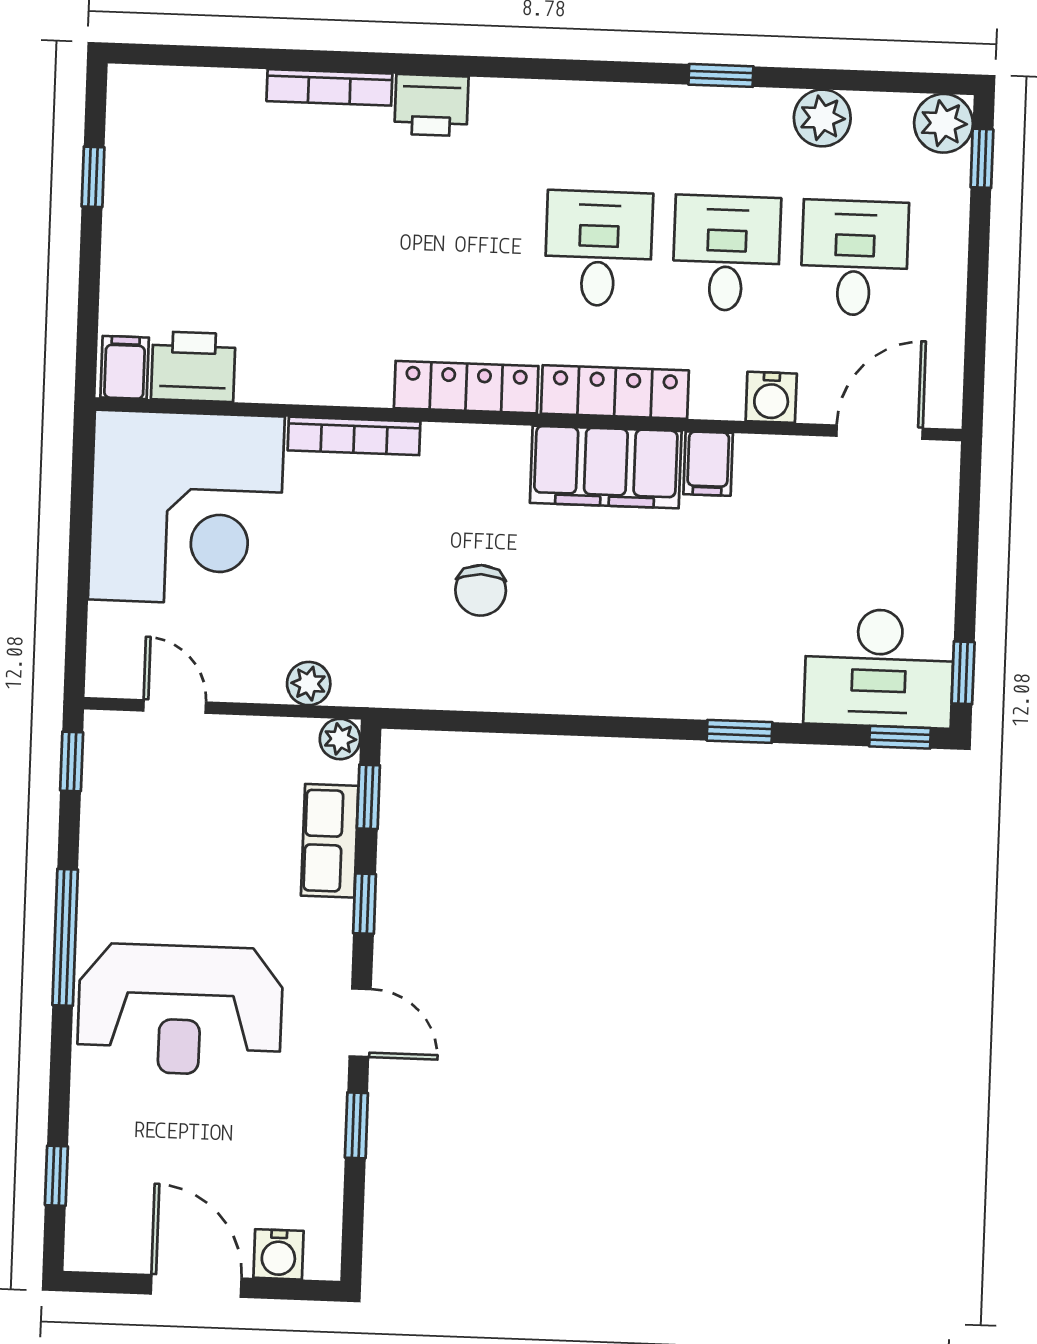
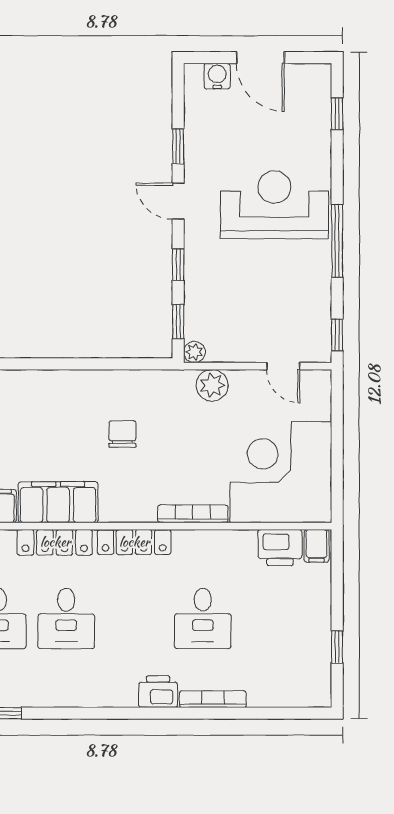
desk: (343, 239) -> (203, 619), added
plant: (309, 684) -> (212, 385), width x1.38, depth x1.38
row of seats: (330, 841) -> (198, 298), removed

